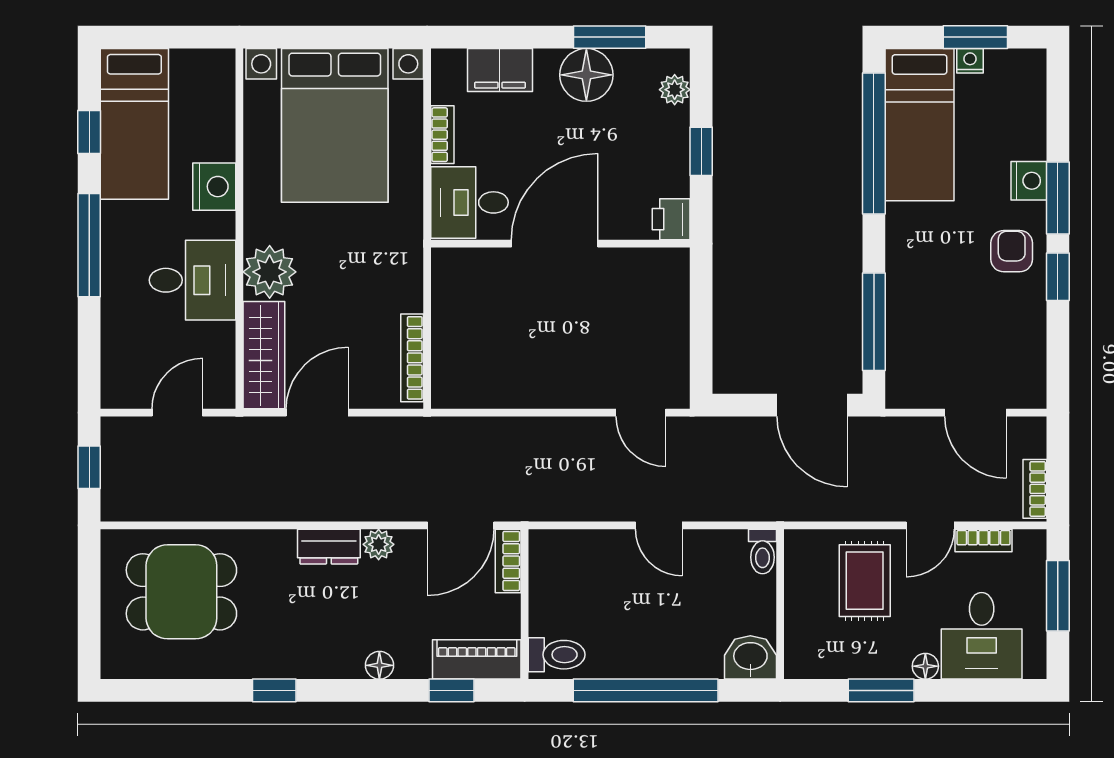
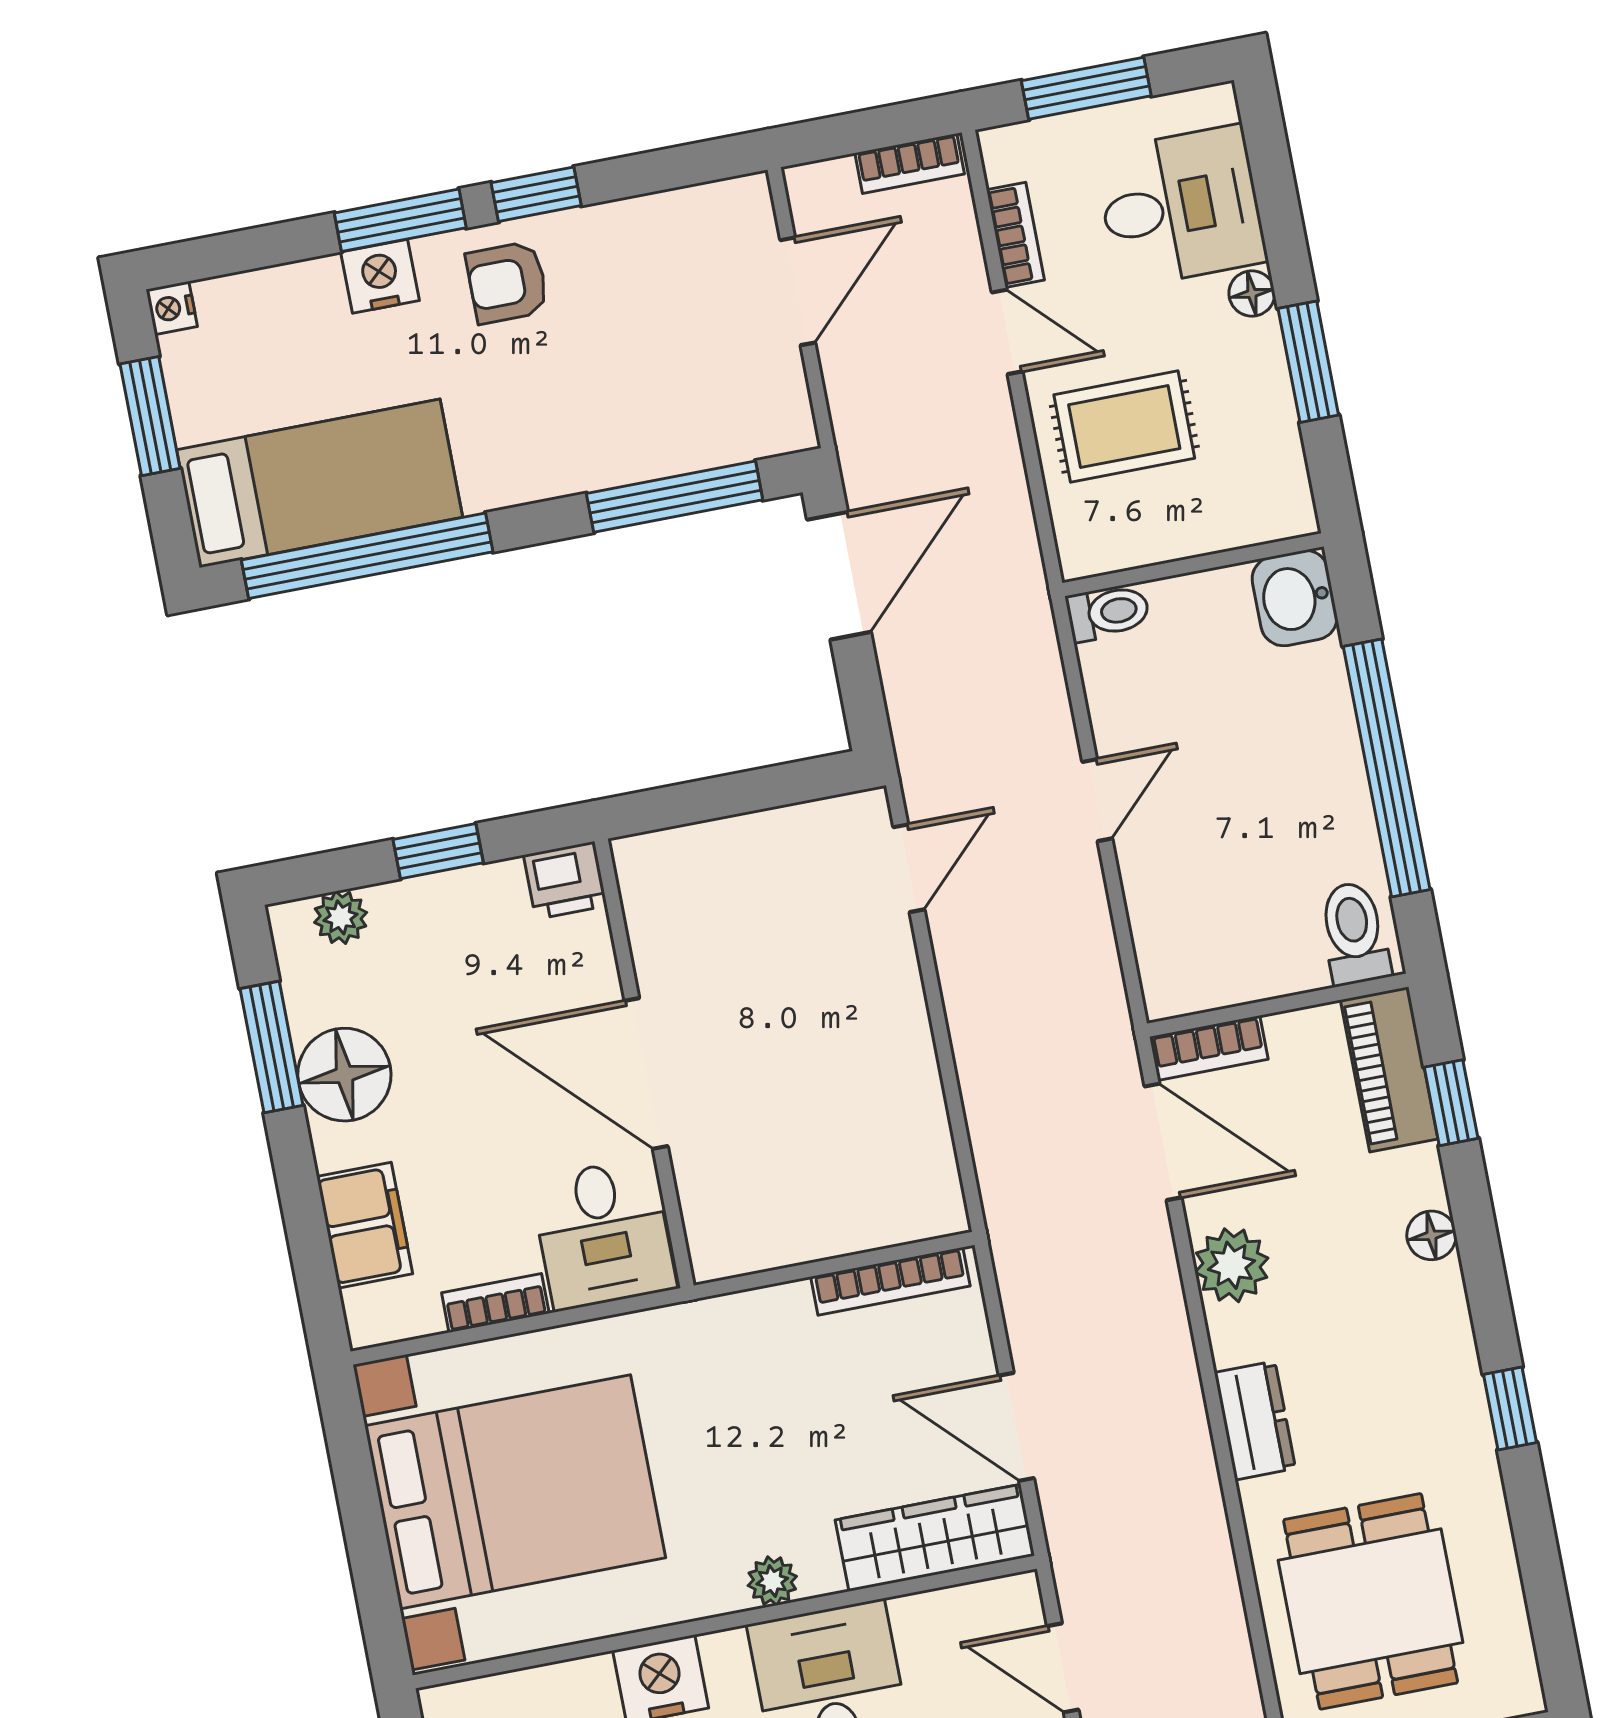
nightstand: (970, 61) -> (172, 308), moved
plant: (270, 272) -> (772, 1581), width x0.53, depth x0.53
plant: (379, 544) -> (1232, 1265), width x1.38, depth x1.38
dresser: (329, 547) -> (1255, 1421), moved

